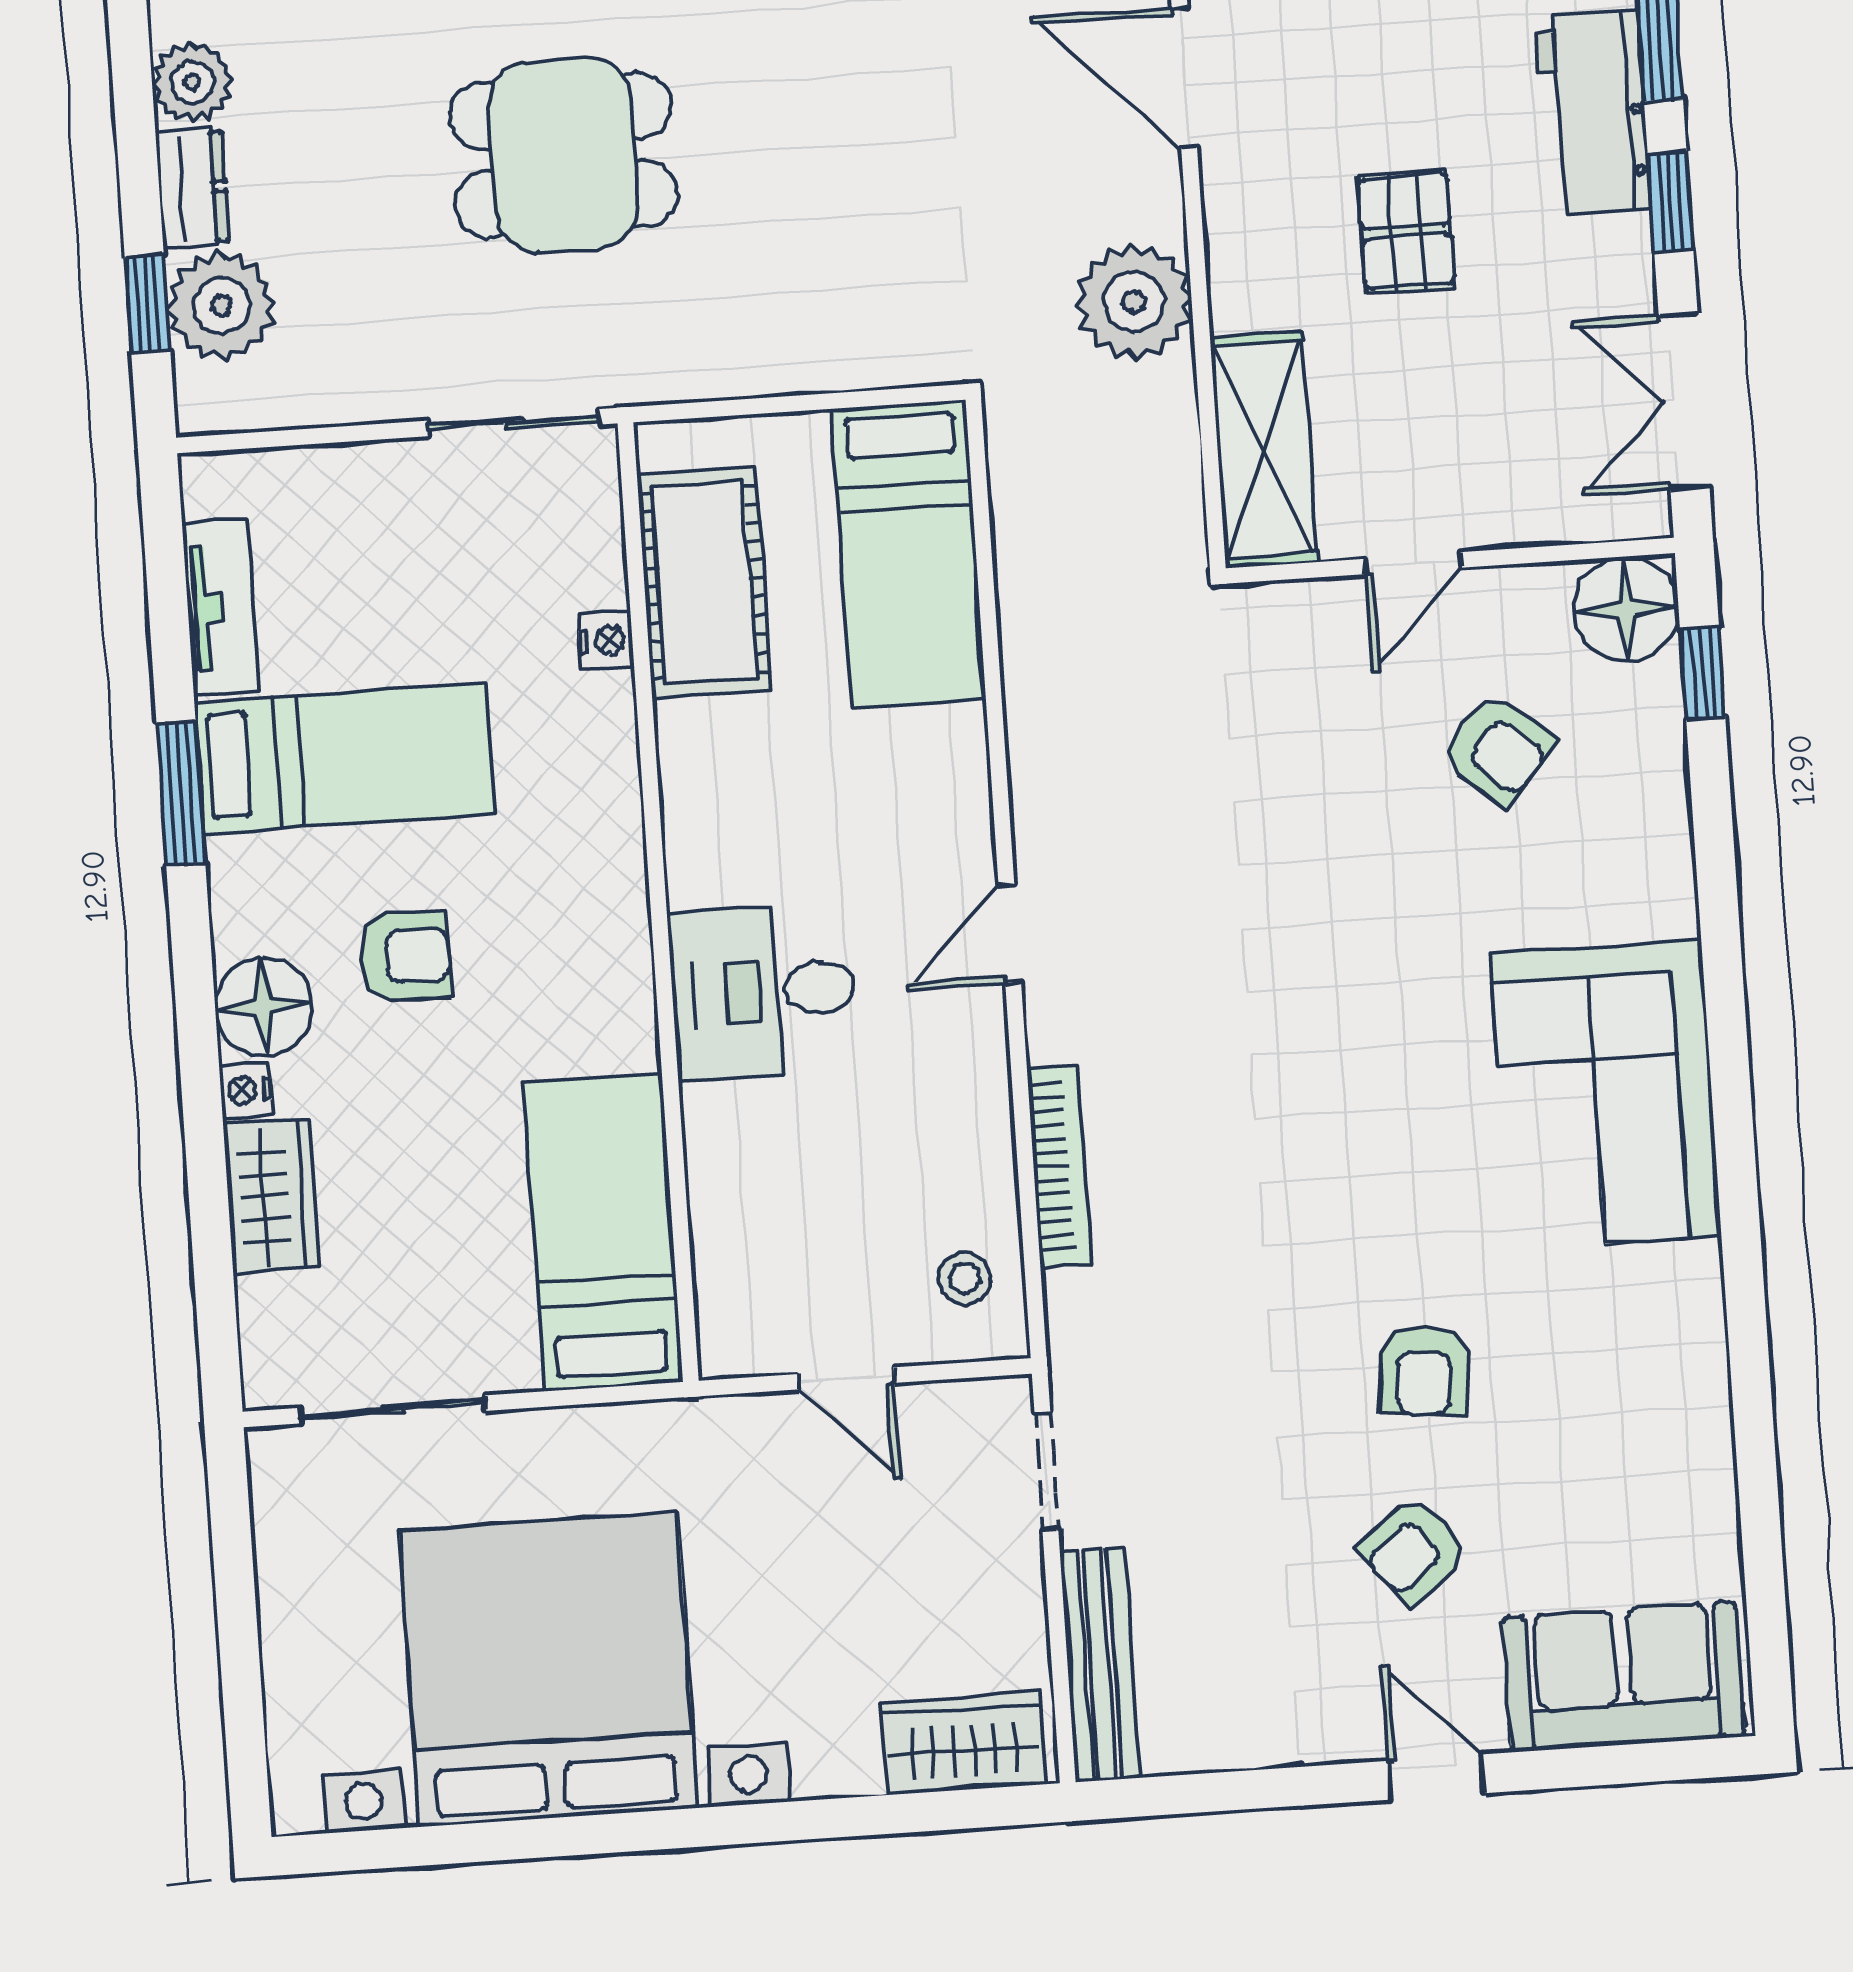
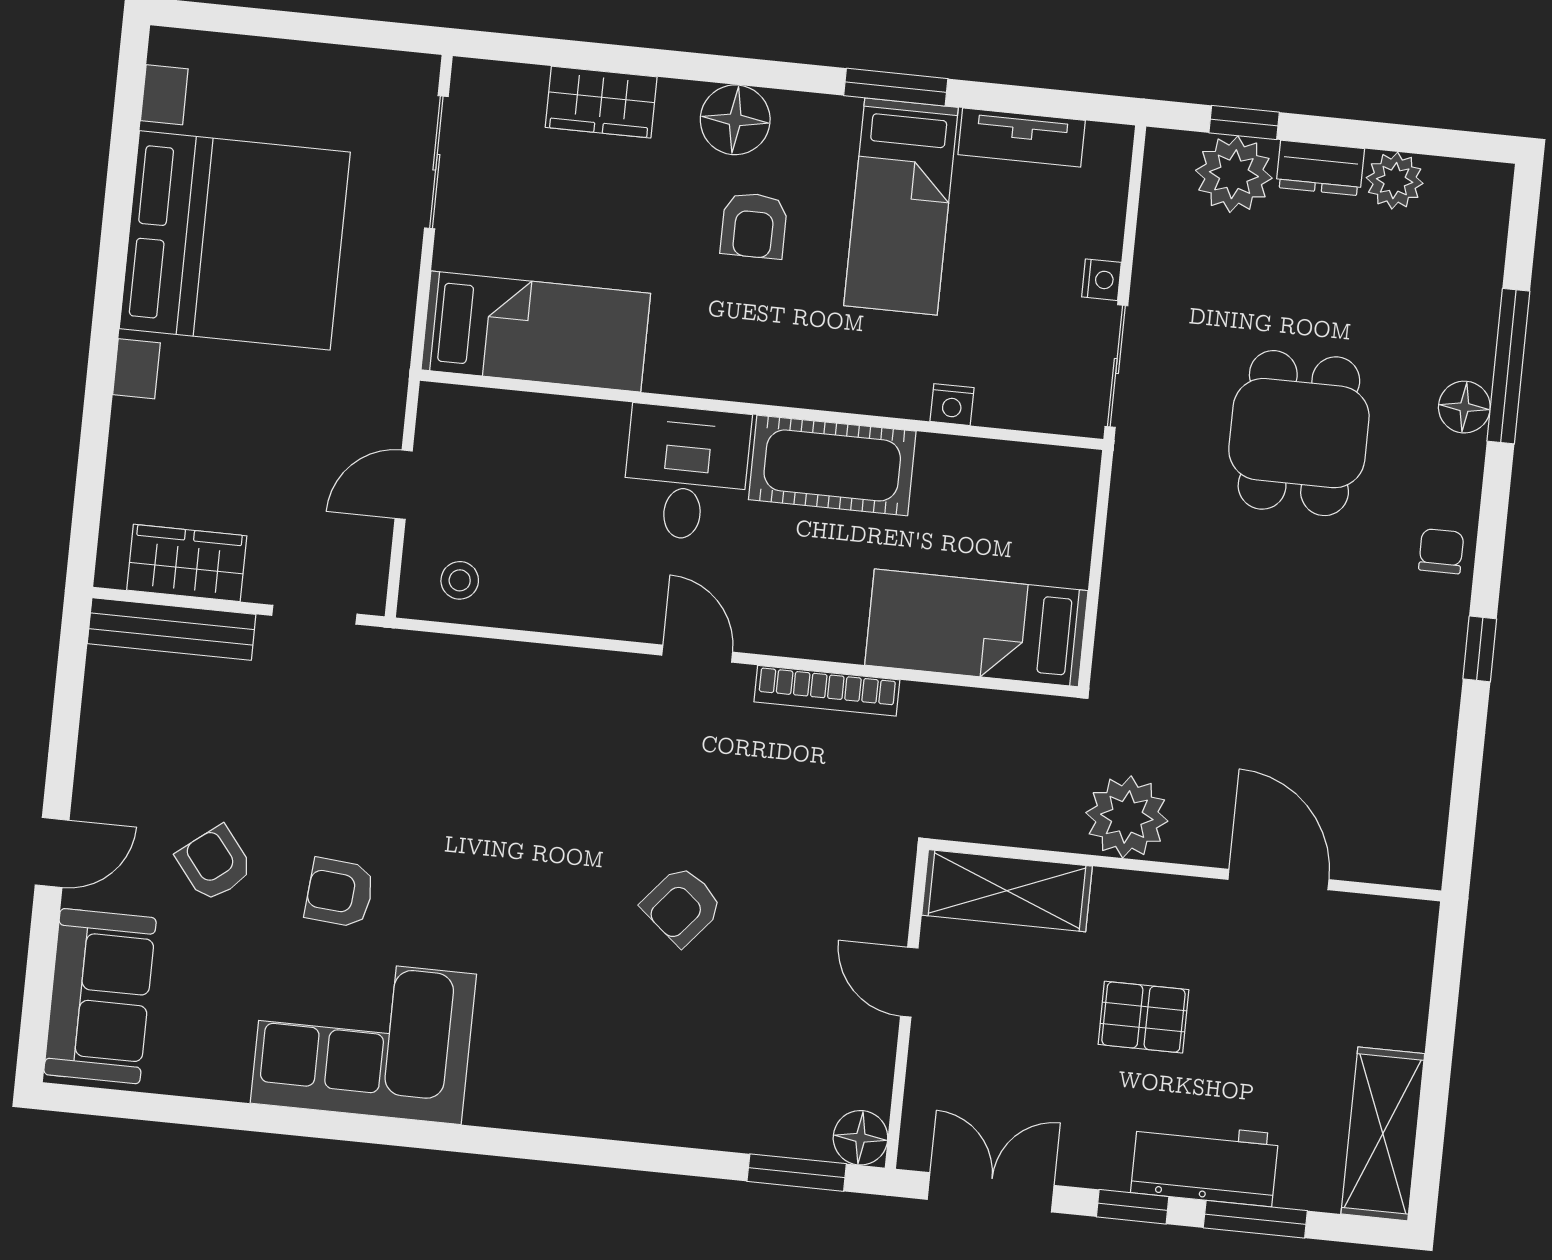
door: (1184, 78) -> (1278, 880), hinge flipped
cot: (704, 583) -> (832, 465), moved
floor lamp: (1626, 609) -> (860, 1138), width x0.73, depth x0.73
window: (1703, 674) -> (797, 1173), width x1.50
armchair: (1497, 749) -> (682, 906), moved
nightstand: (246, 1090) -> (1101, 280), moved, turned 90
corner sofa: (1606, 1095) -> (363, 1039), moved
bookcase: (1059, 1166) -> (827, 691), moved
wardrobe: (964, 1743) -> (187, 563), moved, turned -90

